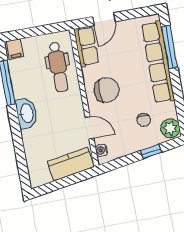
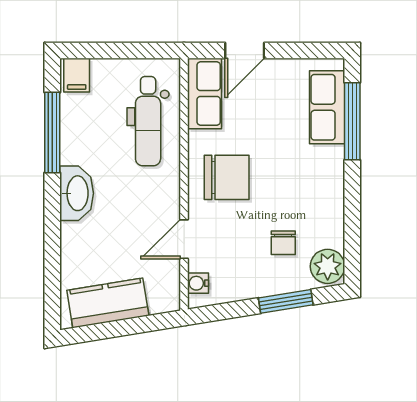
row of seats: (158, 62) -> (327, 107), width x0.50
door: (89, 128) -> (184, 239), swing flipped
window: (151, 152) -> (286, 301), width x1.50
kitchen counter: (71, 164) -> (108, 303), moved

